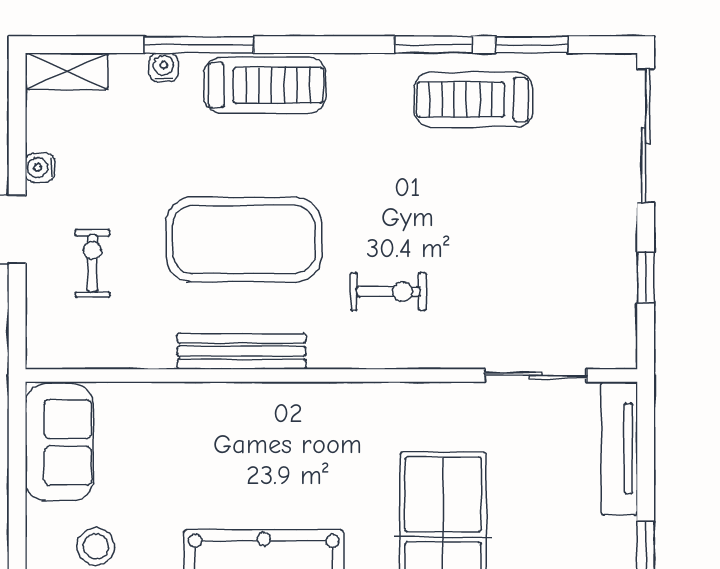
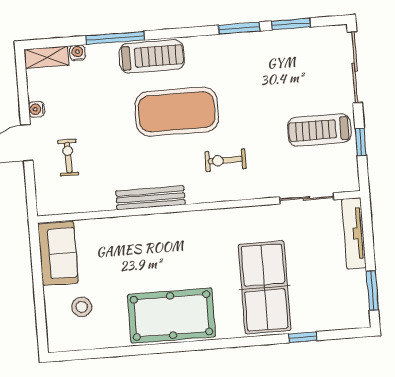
water cooler: (164, 67) -> (77, 53), moved
treadmill: (474, 100) -> (319, 130), moved
exercise mat: (244, 239) -> (177, 112), moved
exercise bike: (388, 292) -> (225, 160), turned 180

